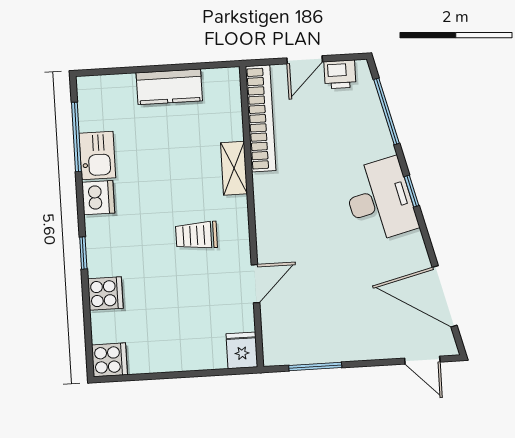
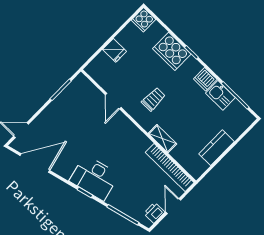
cooker: (105, 294) -> (172, 51), width x1.87, depth x1.31
fridge: (242, 350) -> (115, 50), moved

